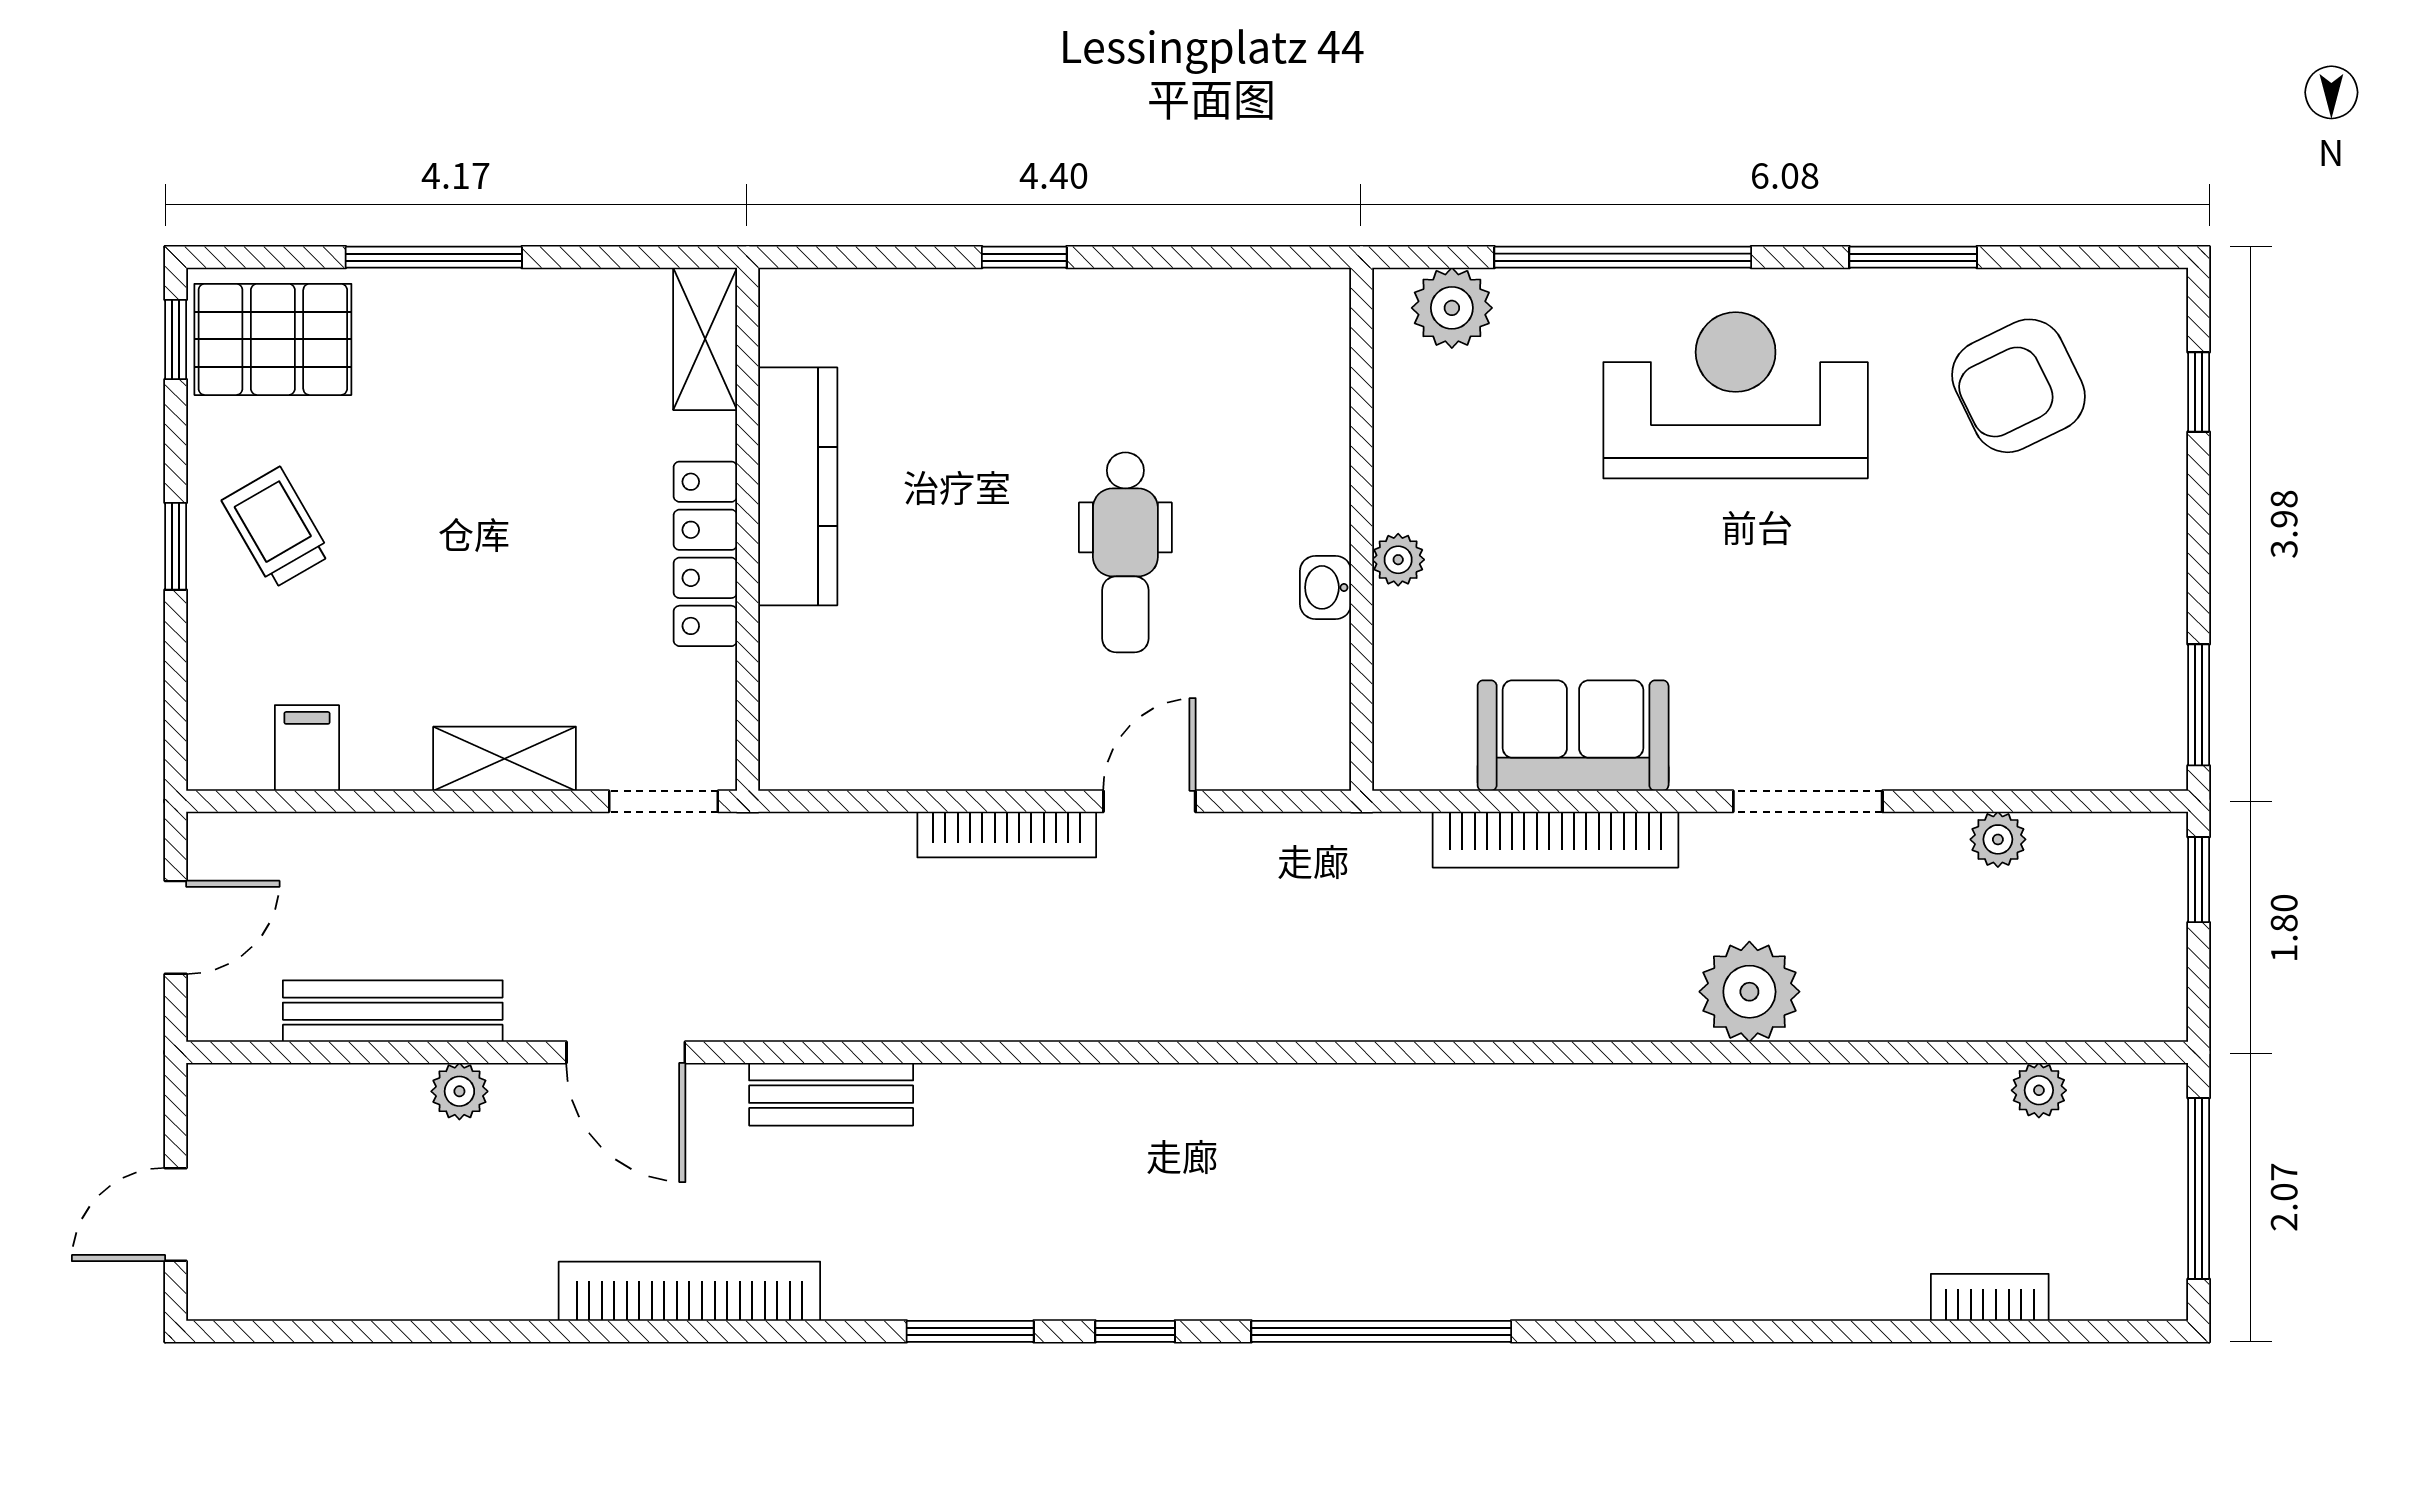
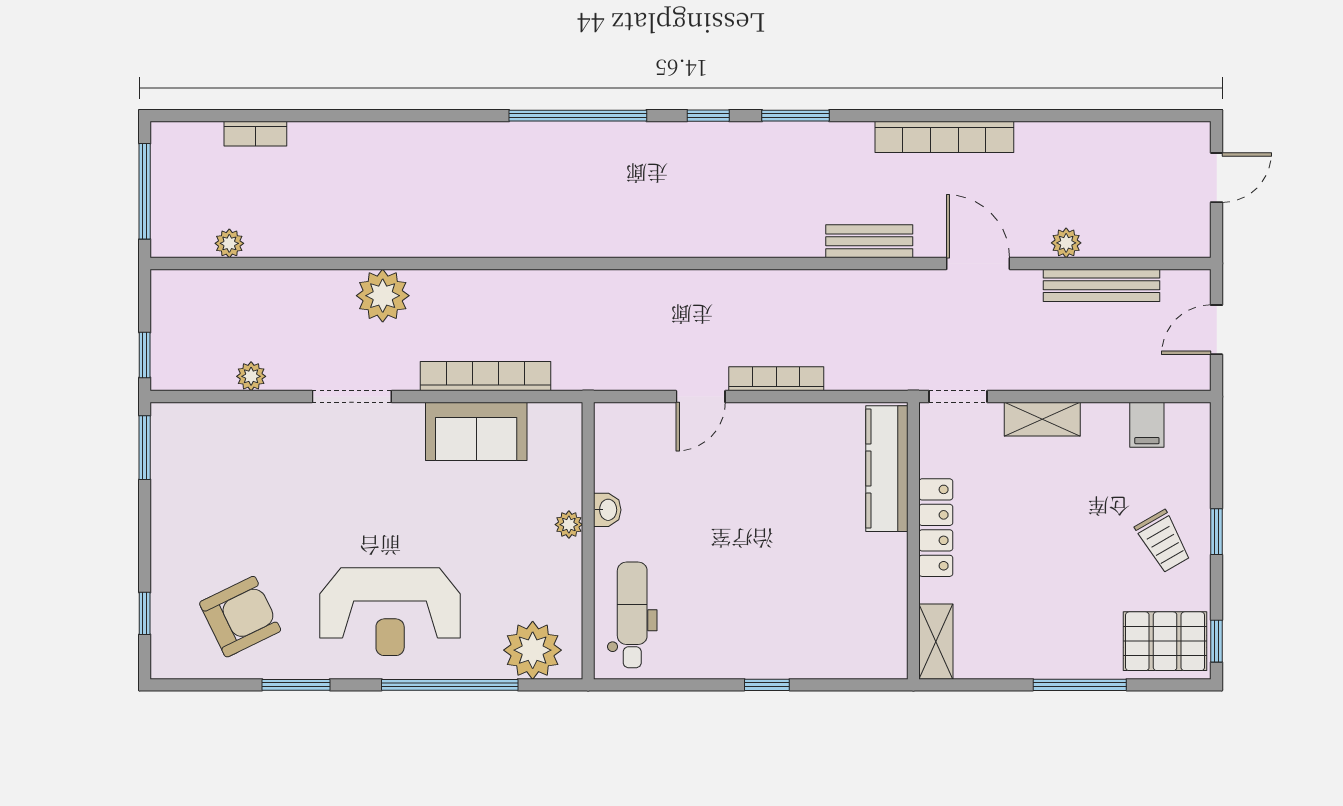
plant: (1452, 308) -> (533, 650), width x1.36, depth x1.36
kitchen counter: (798, 486) -> (887, 469), moved
dental chair: (1125, 552) -> (632, 615), moved

